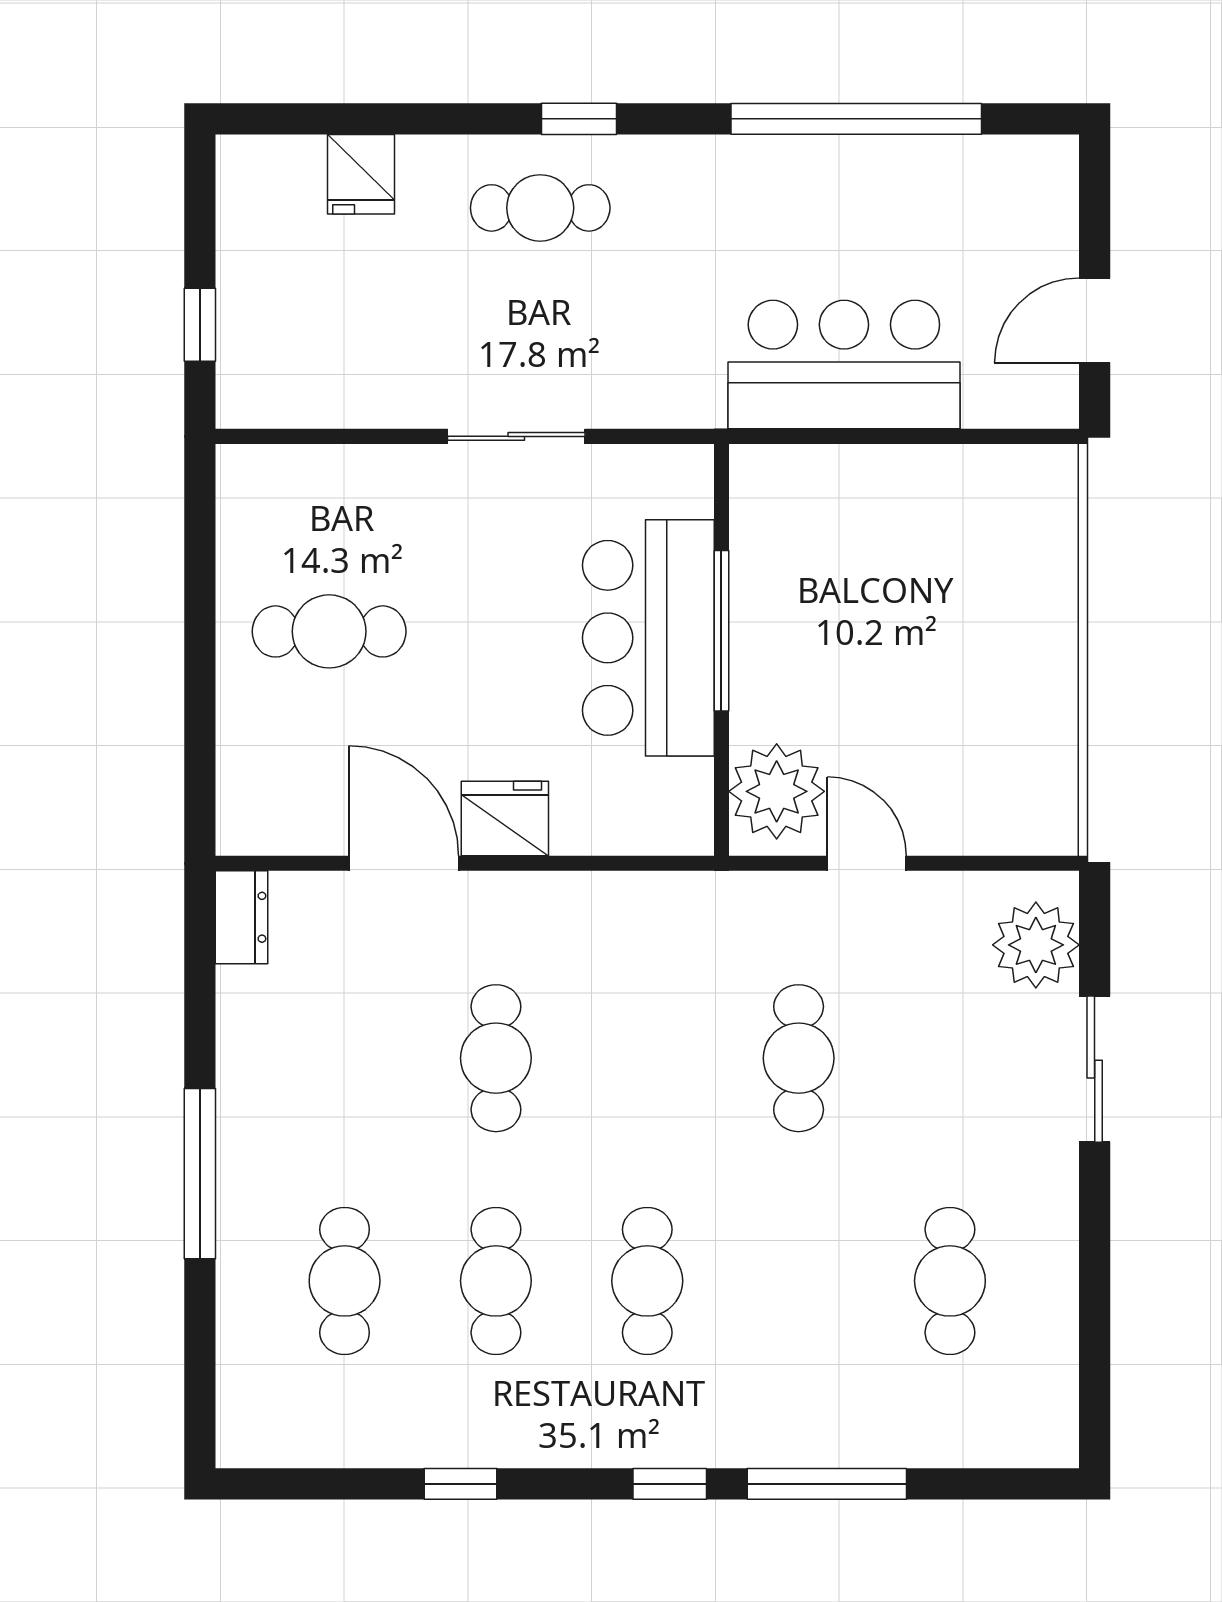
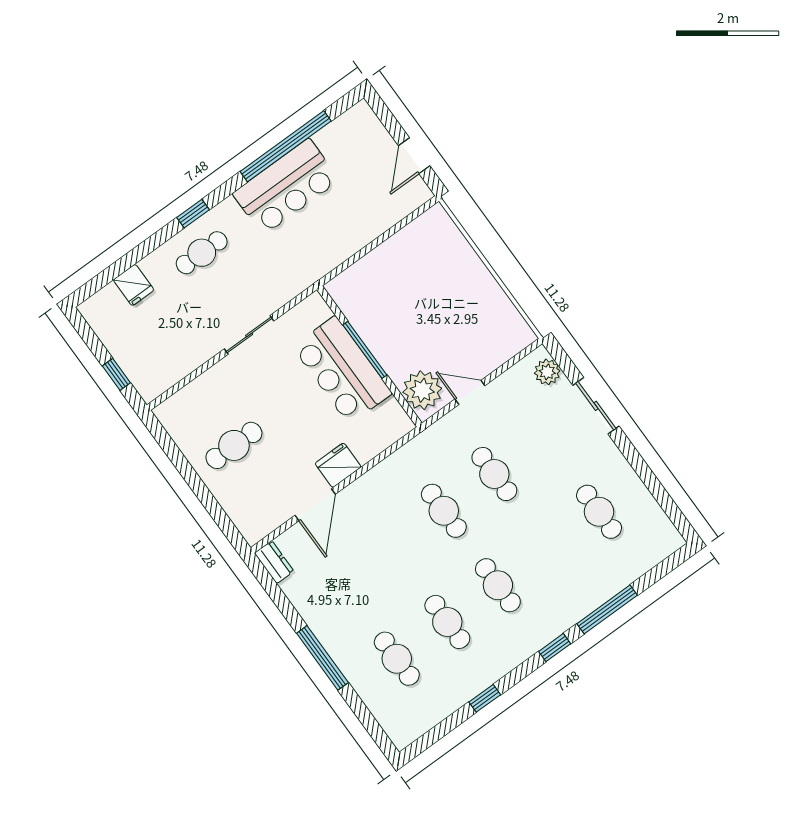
bar counter: (844, 365) -> (286, 187), moved, turned 180
door: (404, 863) -> (315, 505), swing flipped
plant: (1036, 945) -> (547, 372), width x0.73, depth x0.73
cafe table: (496, 1058) -> (444, 511), moved

